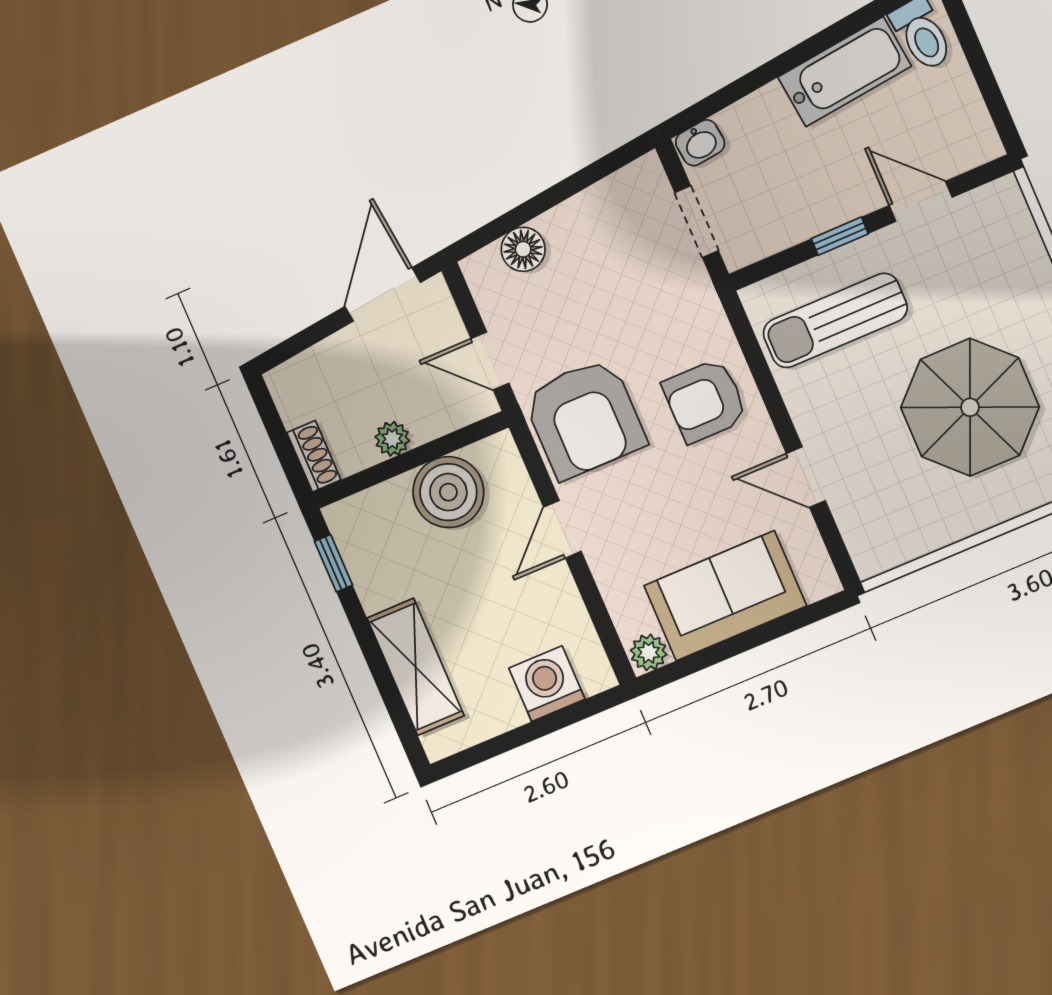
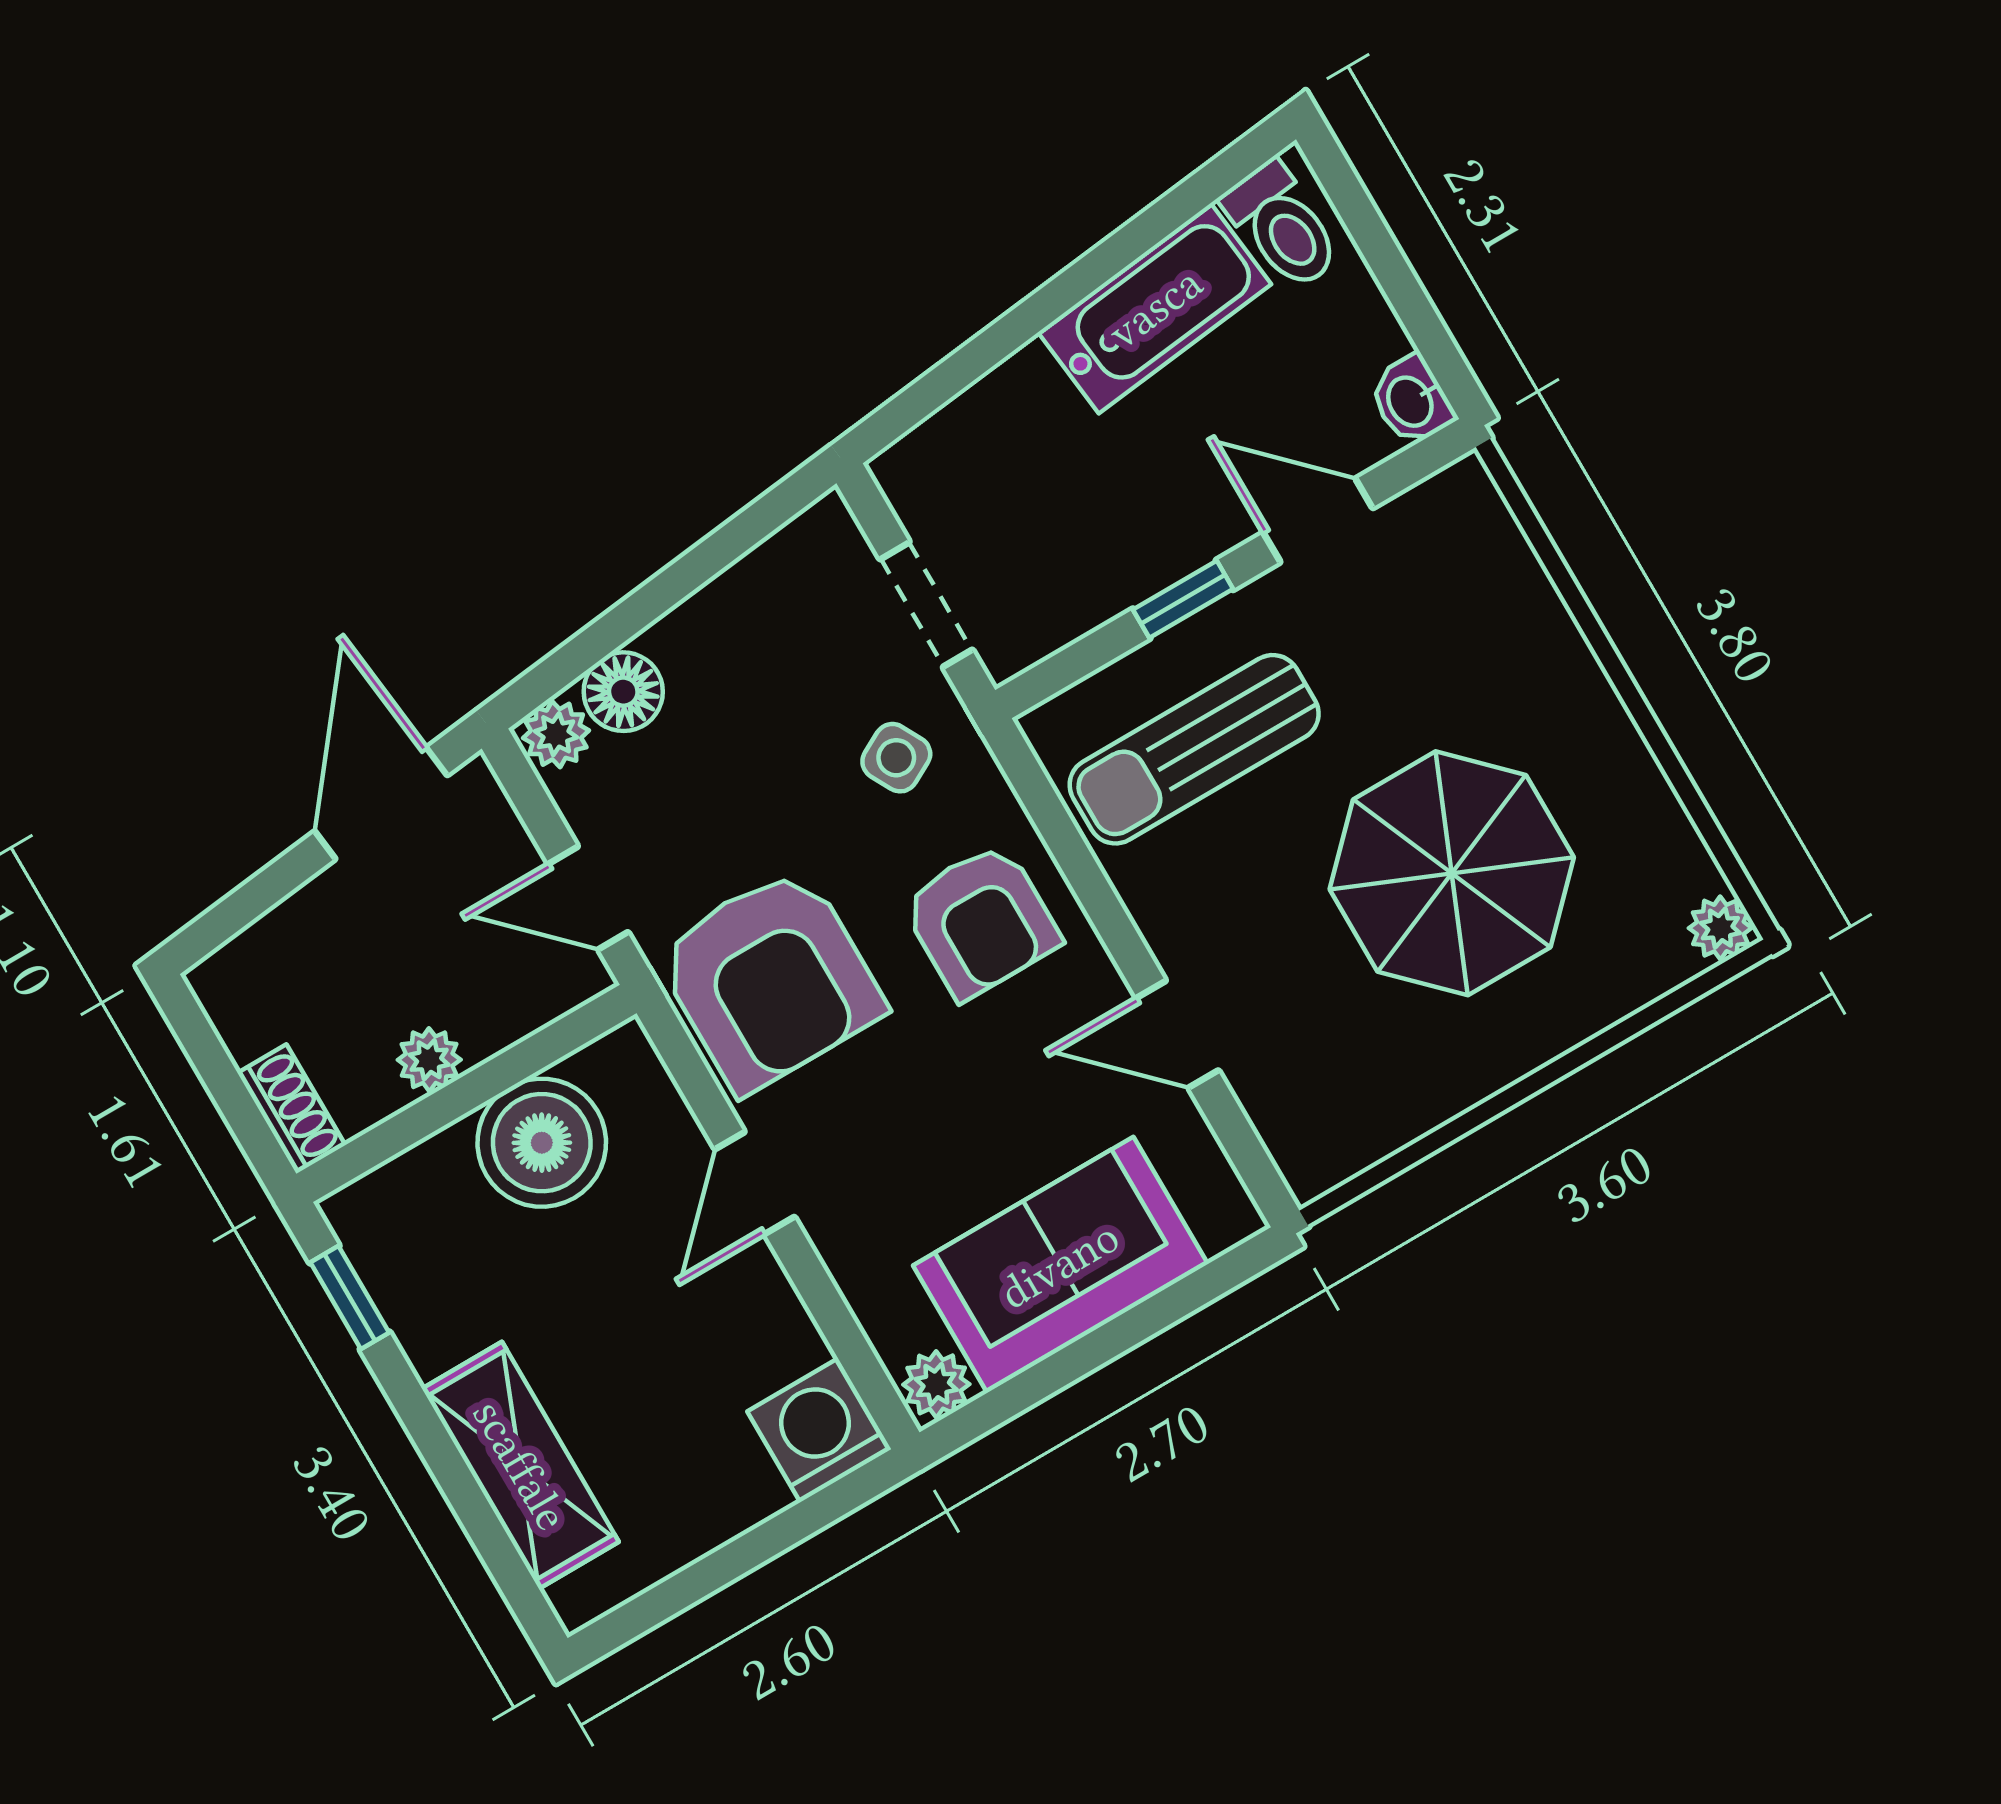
washbasin: (700, 143) -> (1412, 401), moved, turned 96
plant: (483, 268) -> (556, 734), added
side table: (669, 305) -> (896, 758), added
armchair: (705, 401) -> (981, 921), turned -90
washing machine: (547, 684) -> (819, 1430), moved

